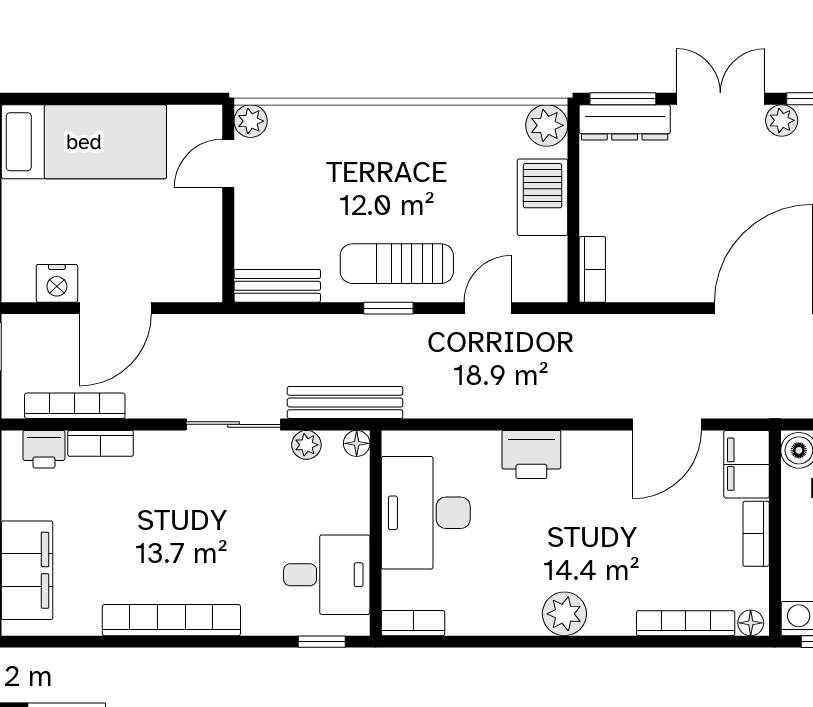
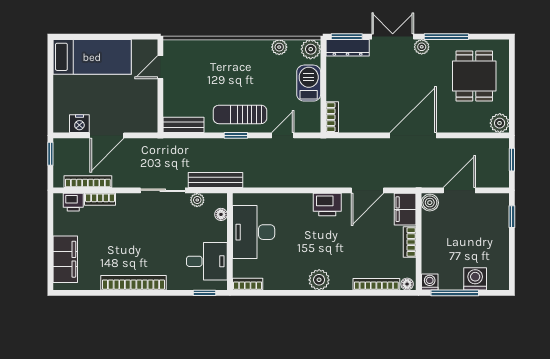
plant: (251, 121) -> (279, 47), moved
floor lamp: (357, 443) -> (221, 214), moved
printer: (531, 455) -> (327, 205), moved

